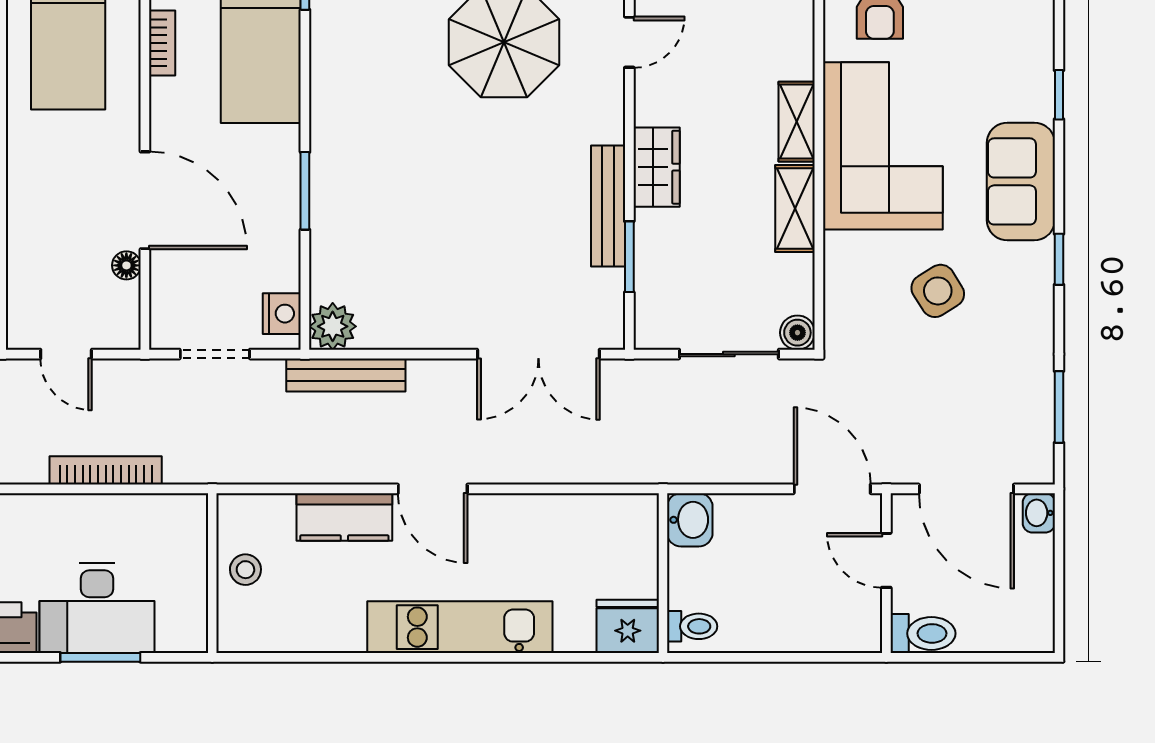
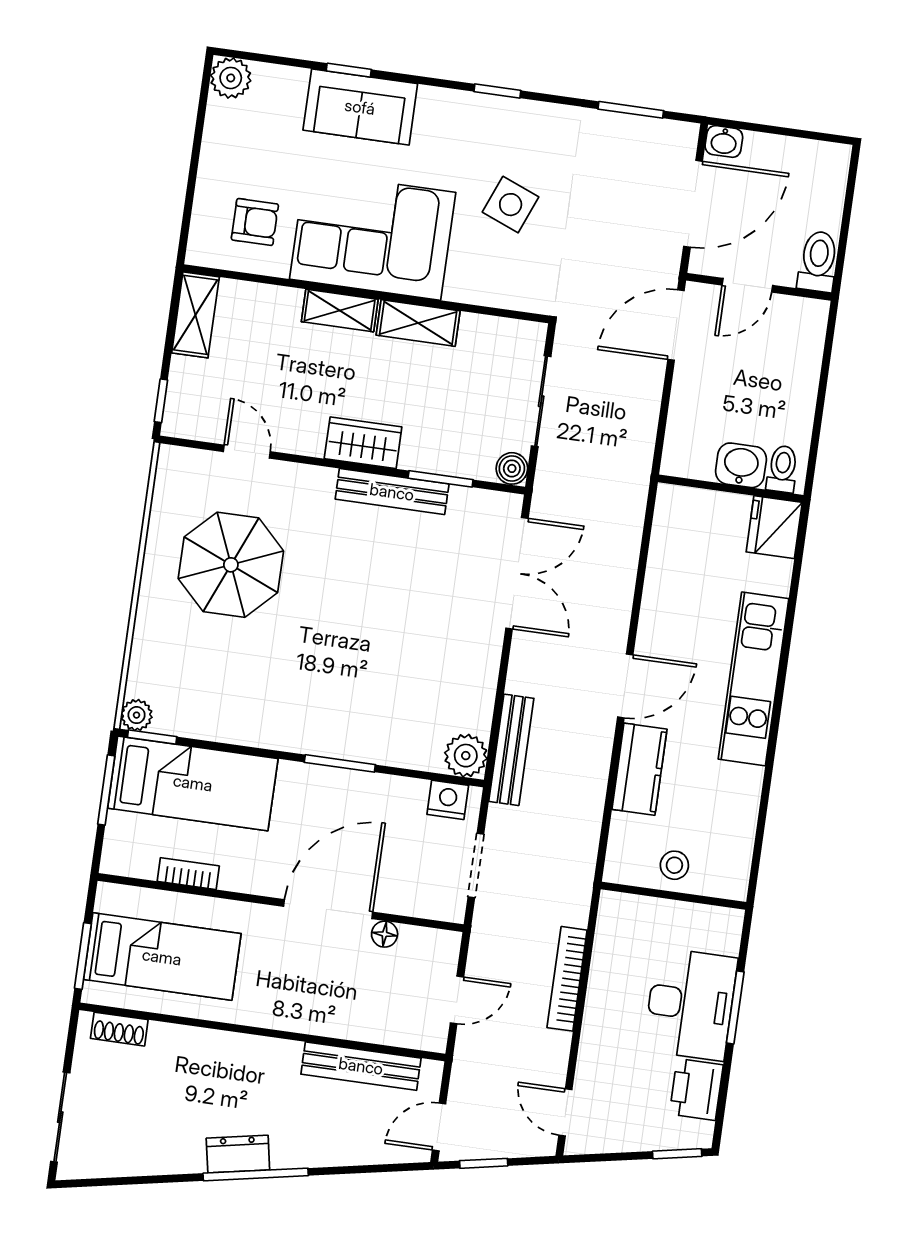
sofa: (1021, 181) -> (360, 107), moved
side table: (938, 291) -> (511, 205), turned -36
boiler: (797, 333) -> (512, 468), moved
washbasin: (690, 520) -> (741, 465), moved

